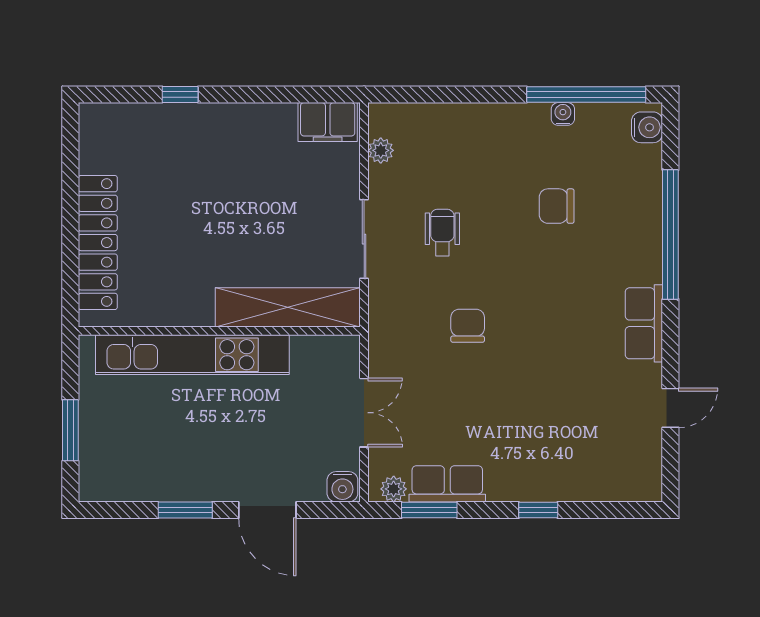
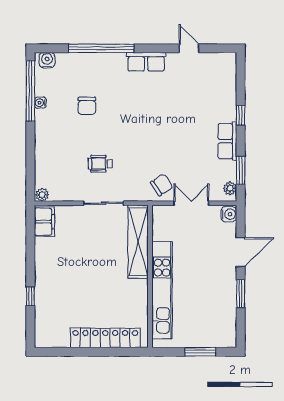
plant: (381, 150) -> (42, 195), moved
chair: (468, 326) -> (162, 185), moved, turned 147
row of seats: (447, 484) -> (227, 141), moved

